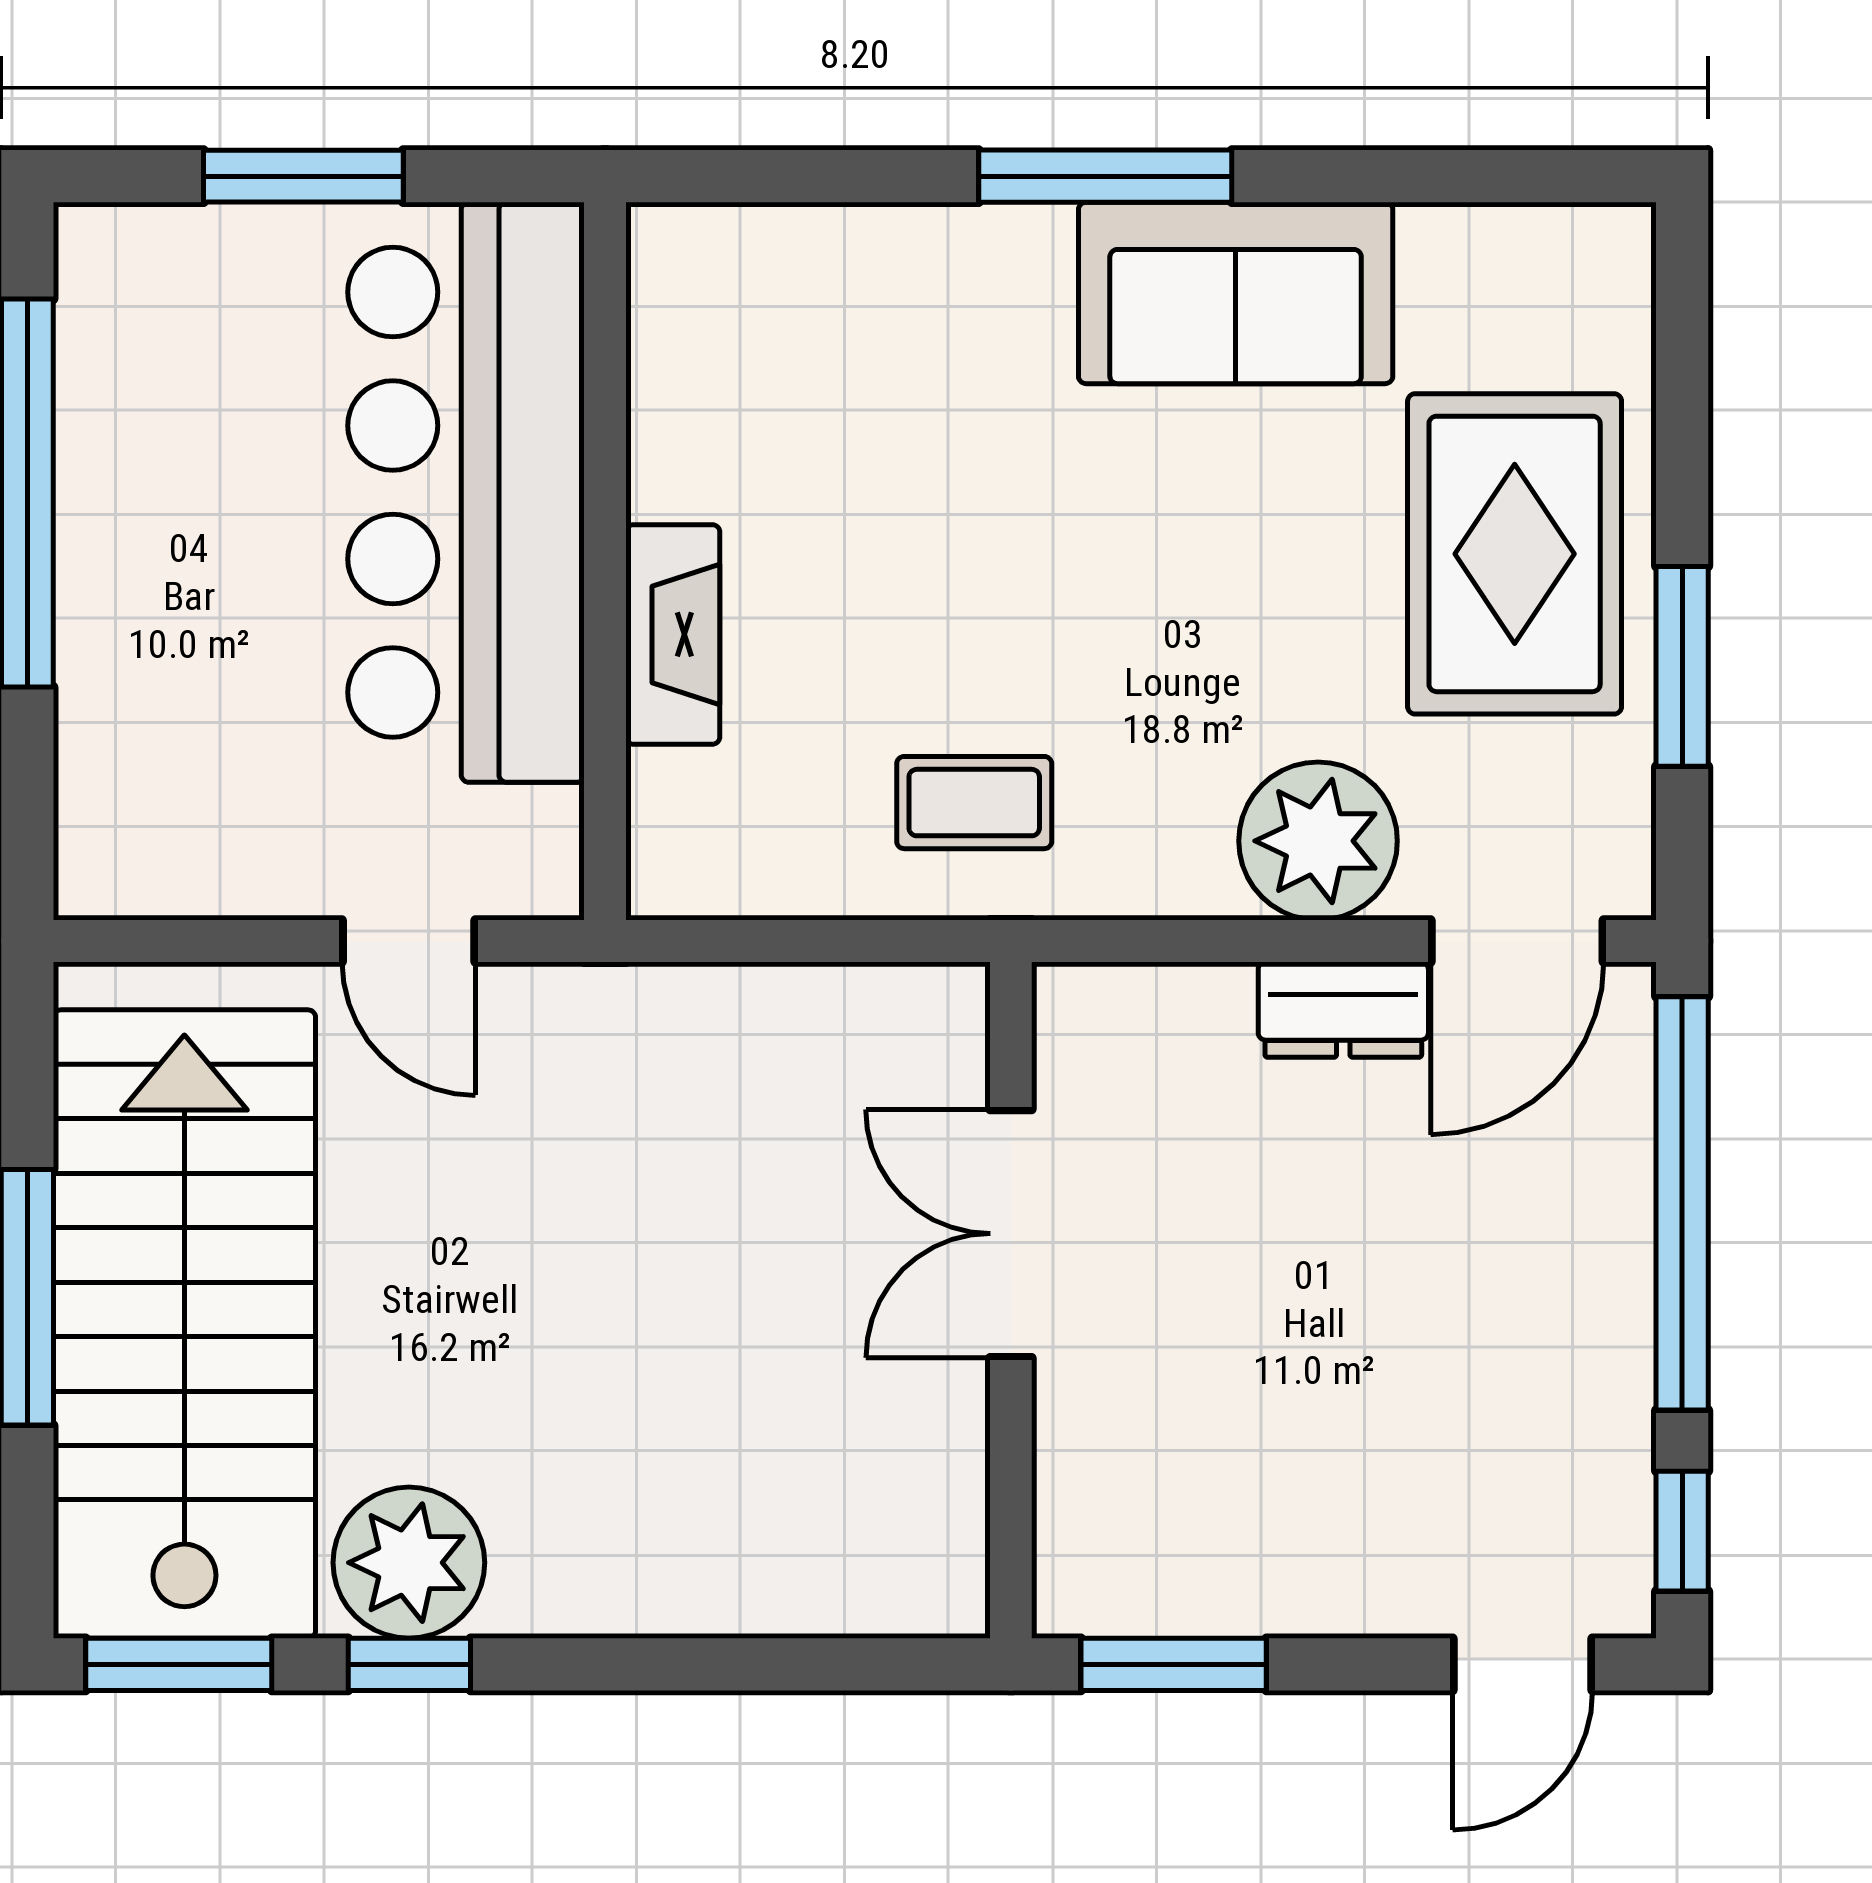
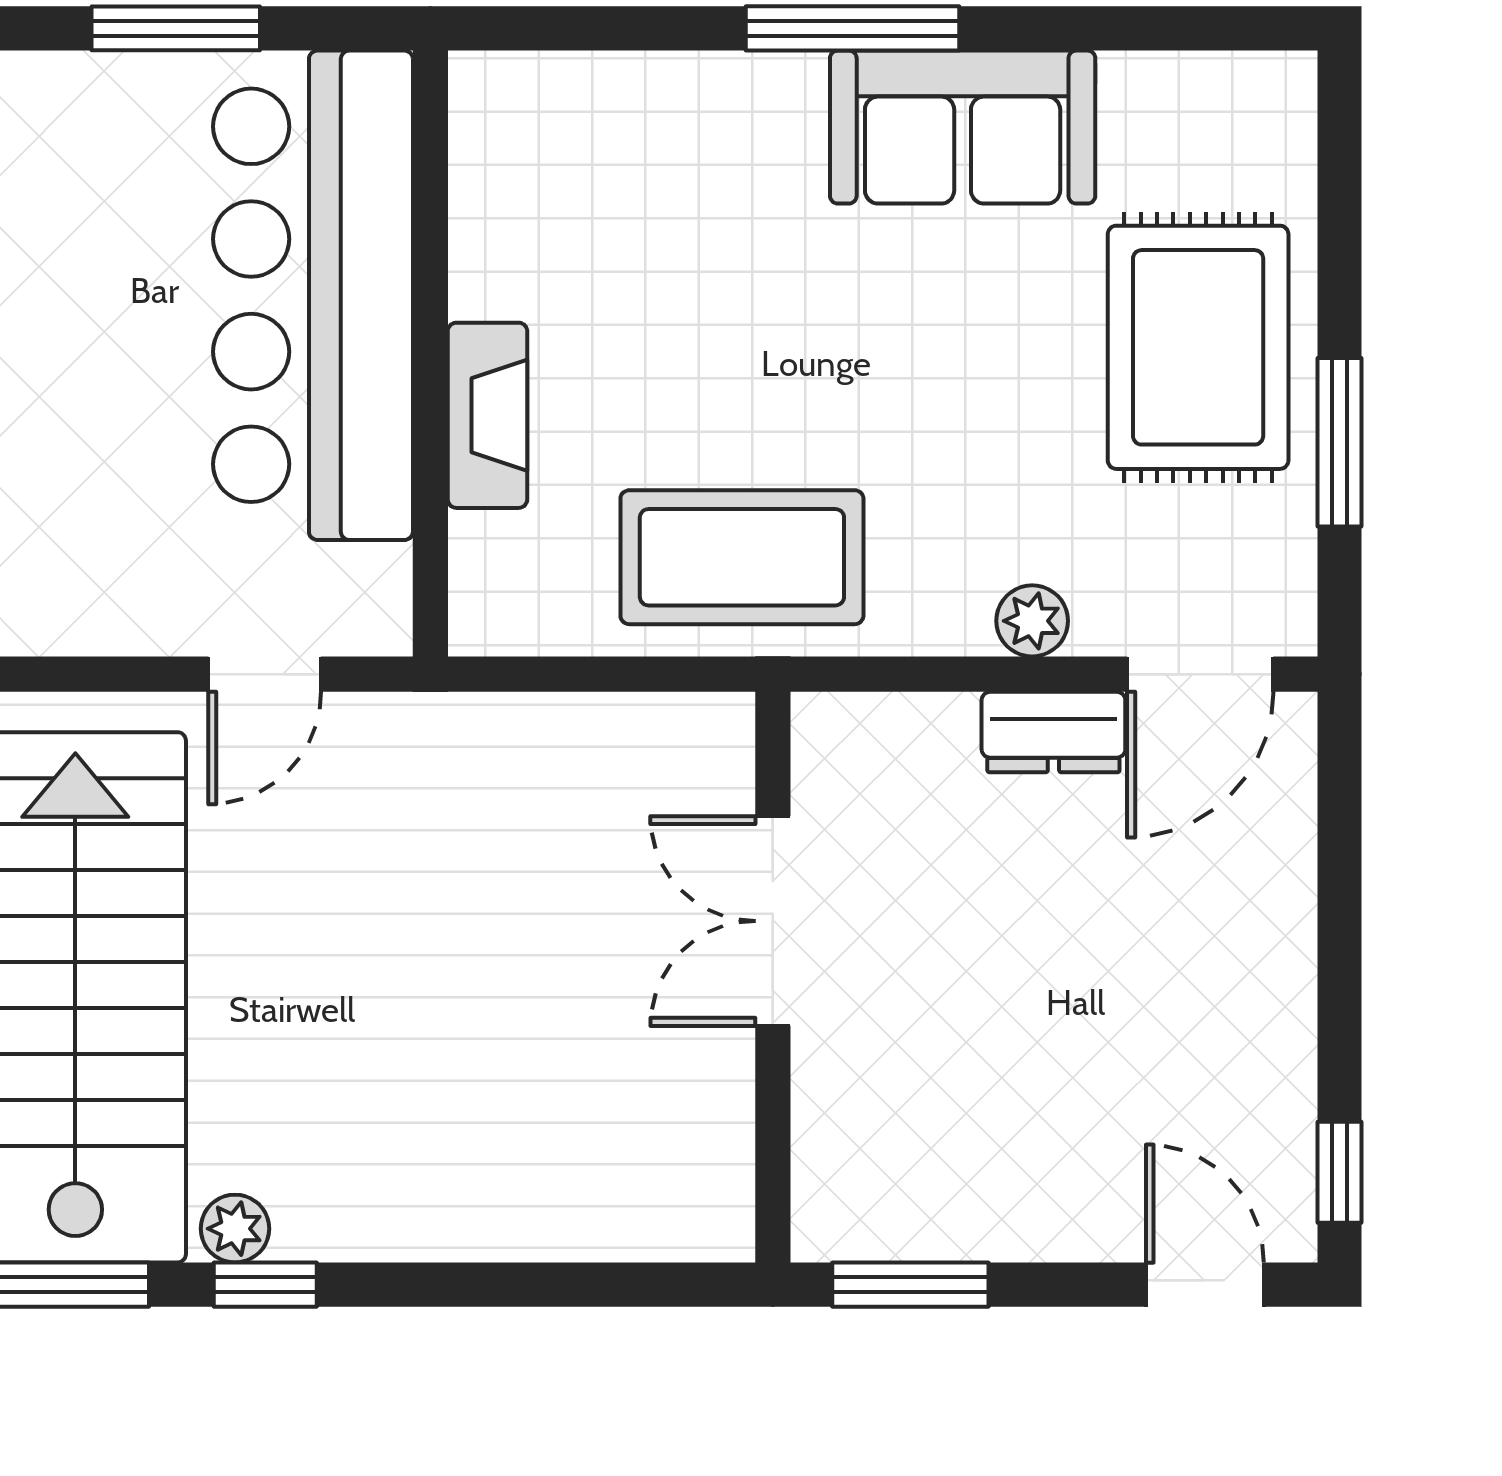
coffee table: (974, 803) -> (742, 557), width x1.86, depth x1.72
plant: (1318, 841) -> (1032, 621), width x0.53, depth x0.53
door: (409, 941) -> (265, 674), hinge flipped
window: (1682, 1203) -> (1339, 896), removed
plant: (409, 1563) -> (235, 1229), width x0.53, depth x0.53
door: (1523, 1664) -> (1205, 1285), swing flipped

